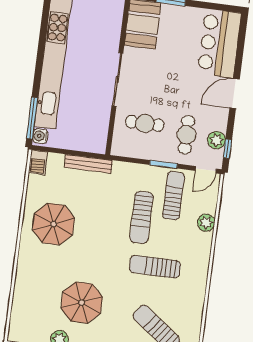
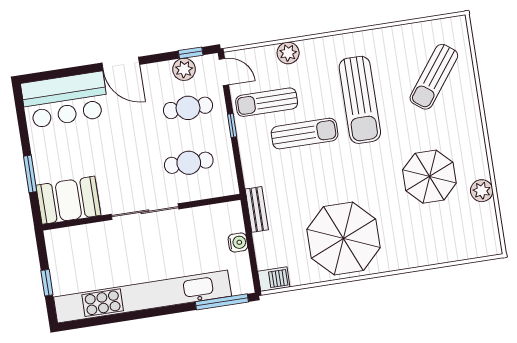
cafe table: (145, 123) -> (189, 163), turned 90
water cooler: (40, 136) -> (238, 243), moved, turned -90
bench: (88, 164) -> (257, 209), width x0.73
window: (163, 164) -> (232, 125), width x0.67
parasol: (54, 224) -> (344, 239), width x1.36, depth x1.36
sun lounger: (155, 267) -> (360, 100), width x1.36, depth x1.34

